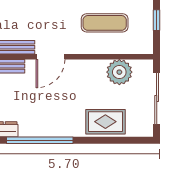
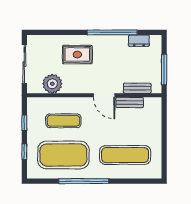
door: (50, 57) -> (104, 95), swing flipped
rug: (105, 122) -> (77, 55), moved

